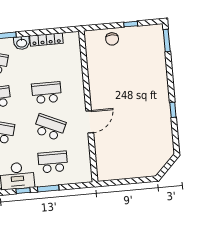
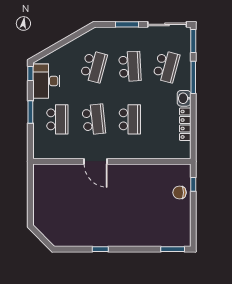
window: (131, 24) -> (193, 184), moved
school desk: (50, 127) -> (94, 119), turned -30
window: (23, 191) -> (30, 74), moved

